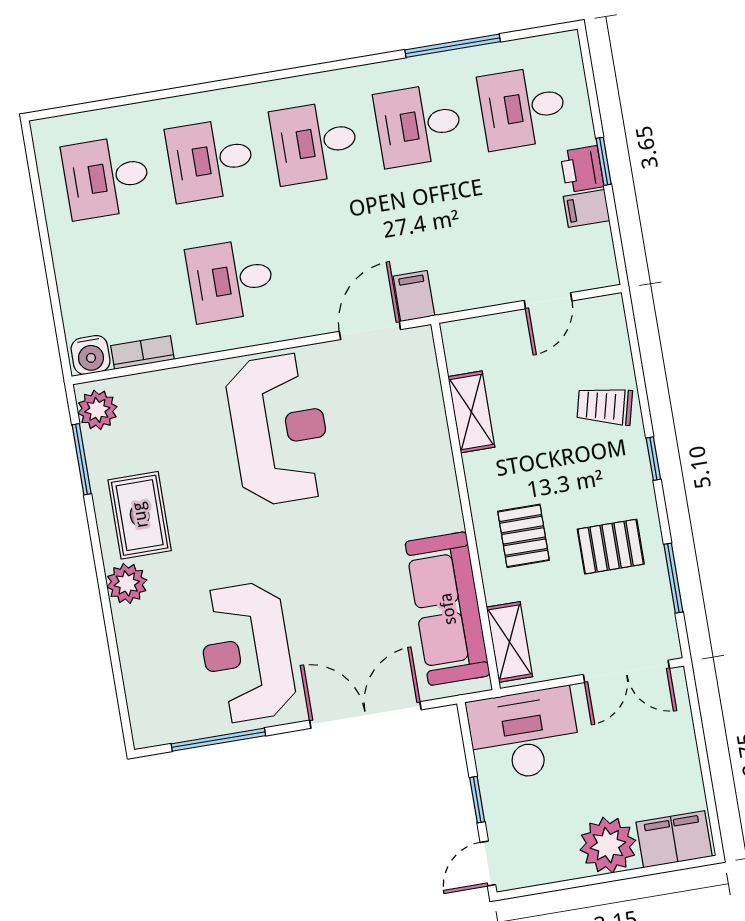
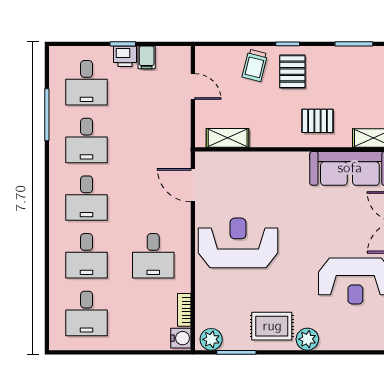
filing cabinet: (414, 296) -> (178, 158), removed
shelving: (471, 412) -> (228, 138), moved
pallet: (611, 547) -> (292, 72), moved

